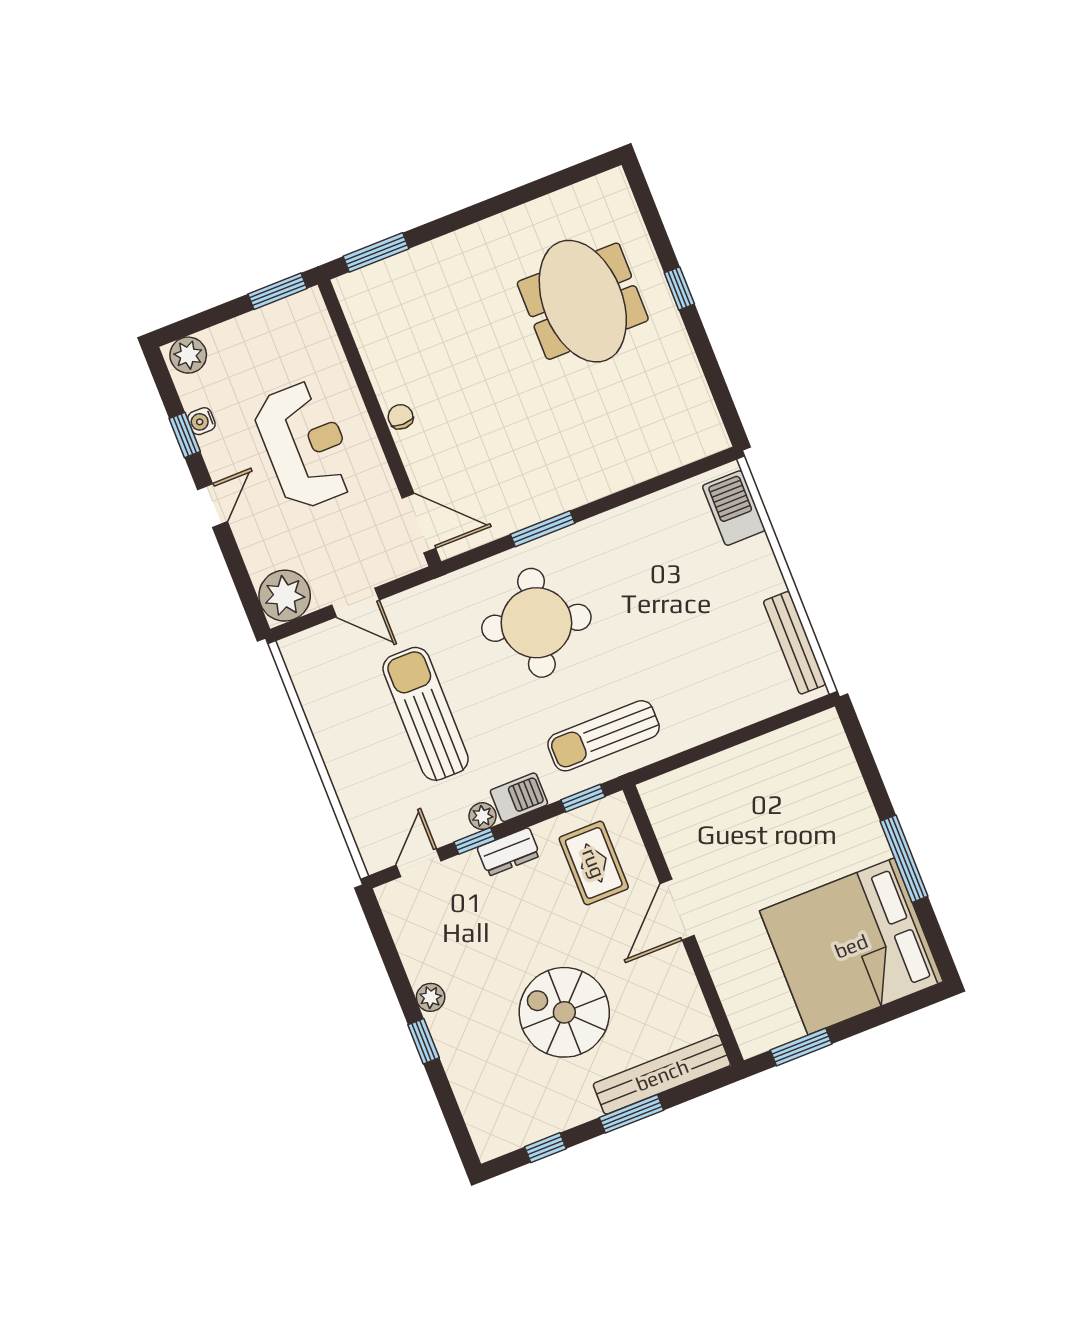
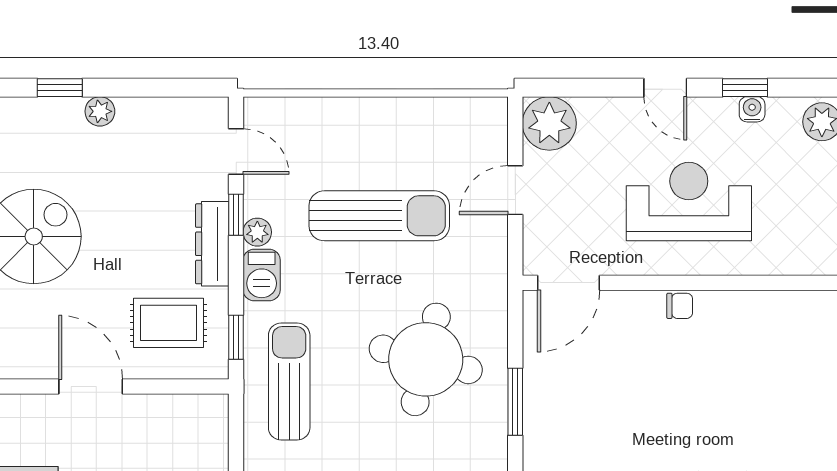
reception desk: (305, 445) -> (689, 201), turned 180
dresser: (509, 852) -> (212, 244), width x1.44

